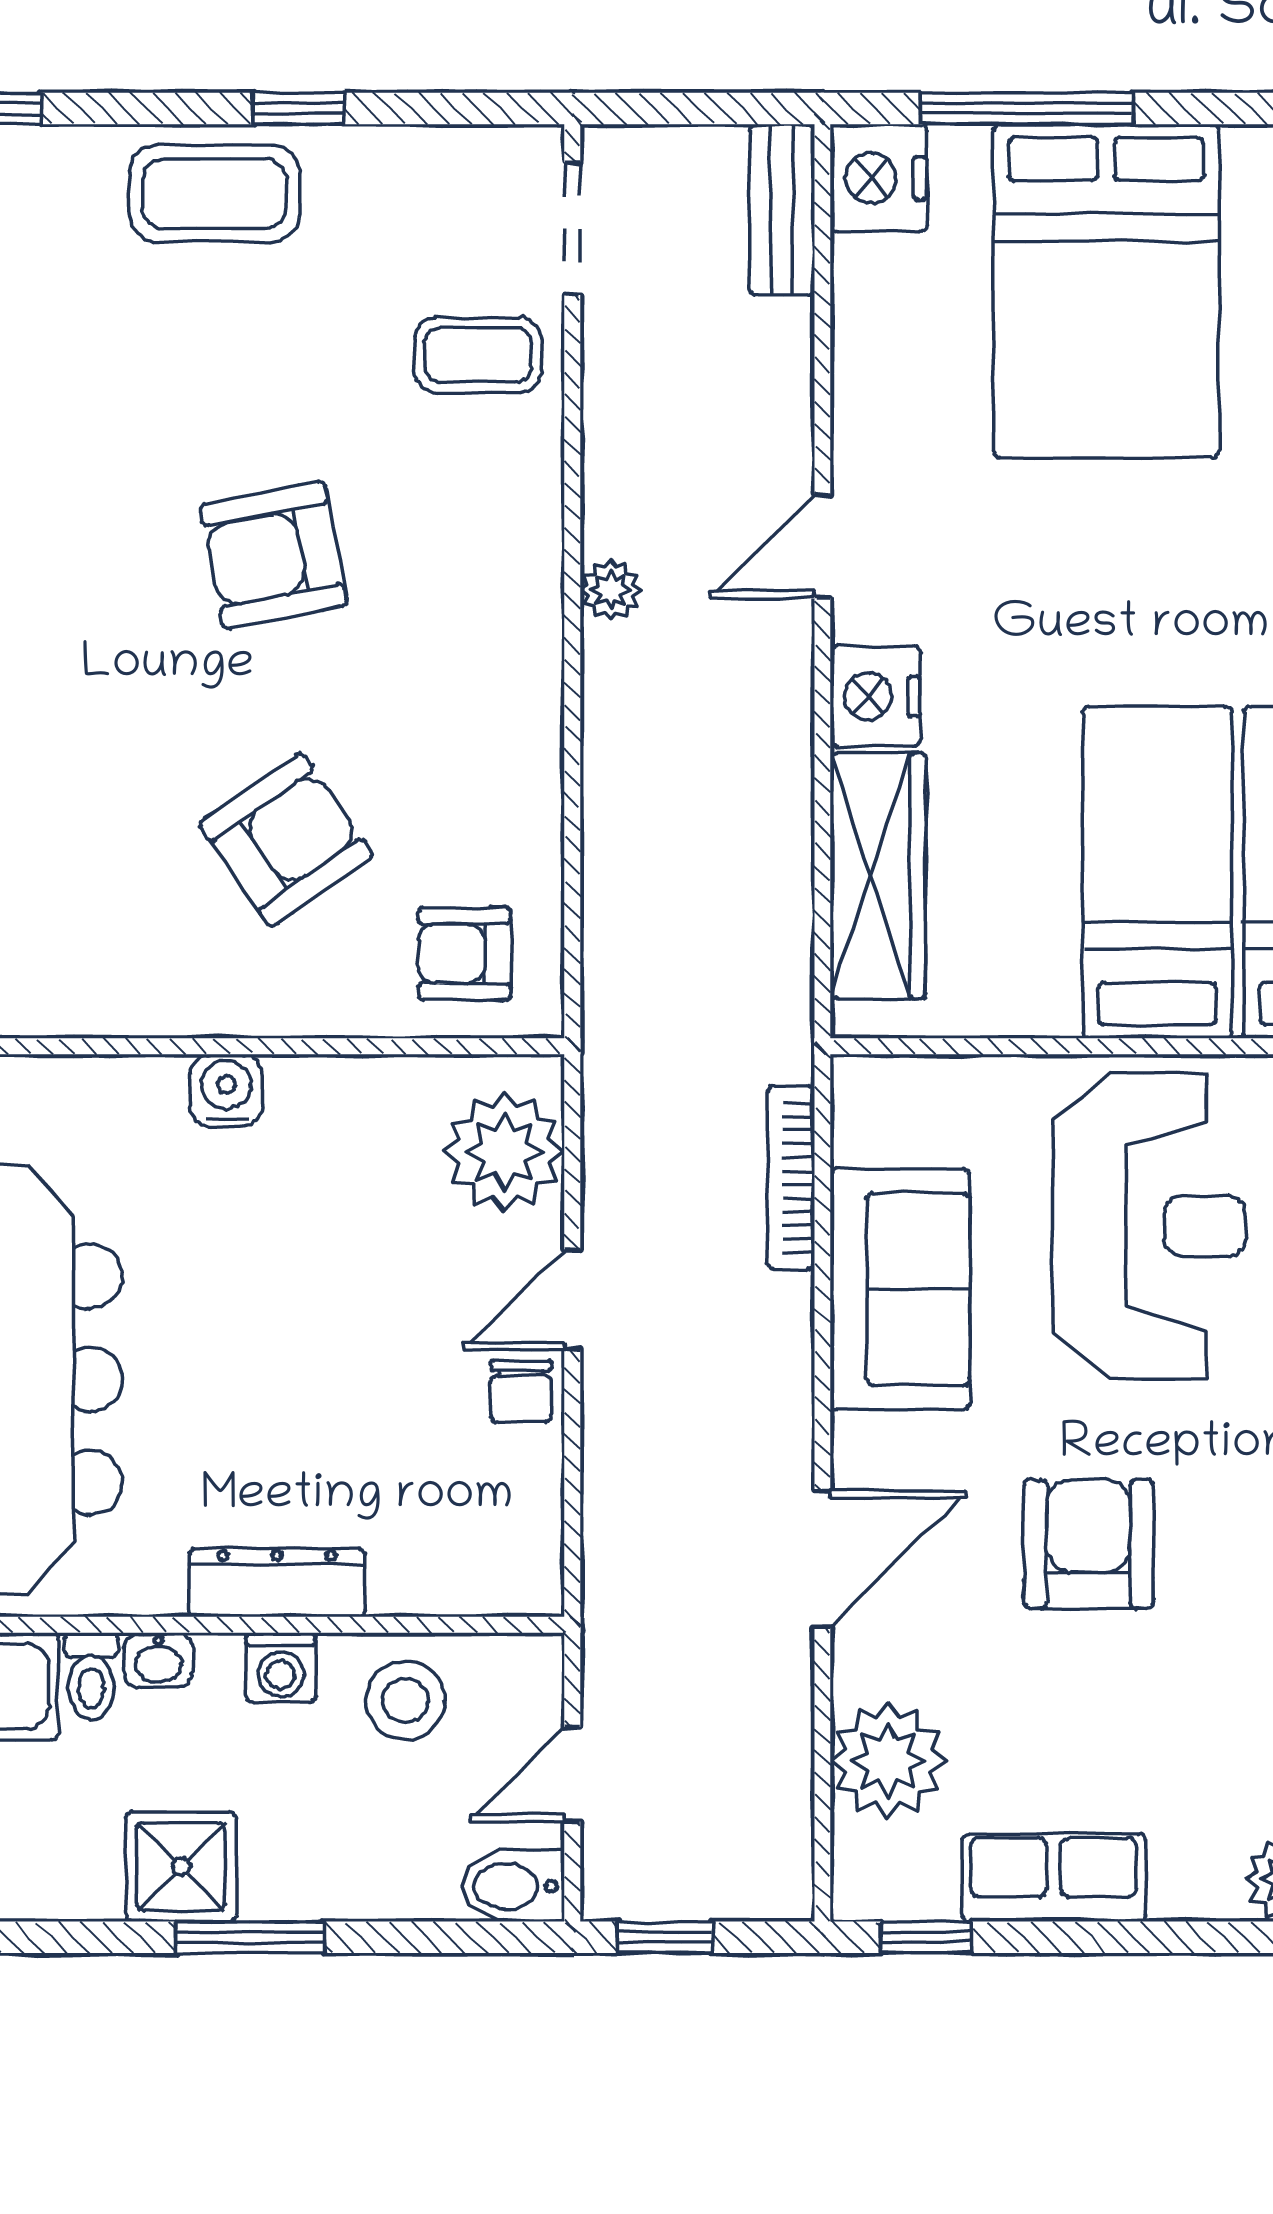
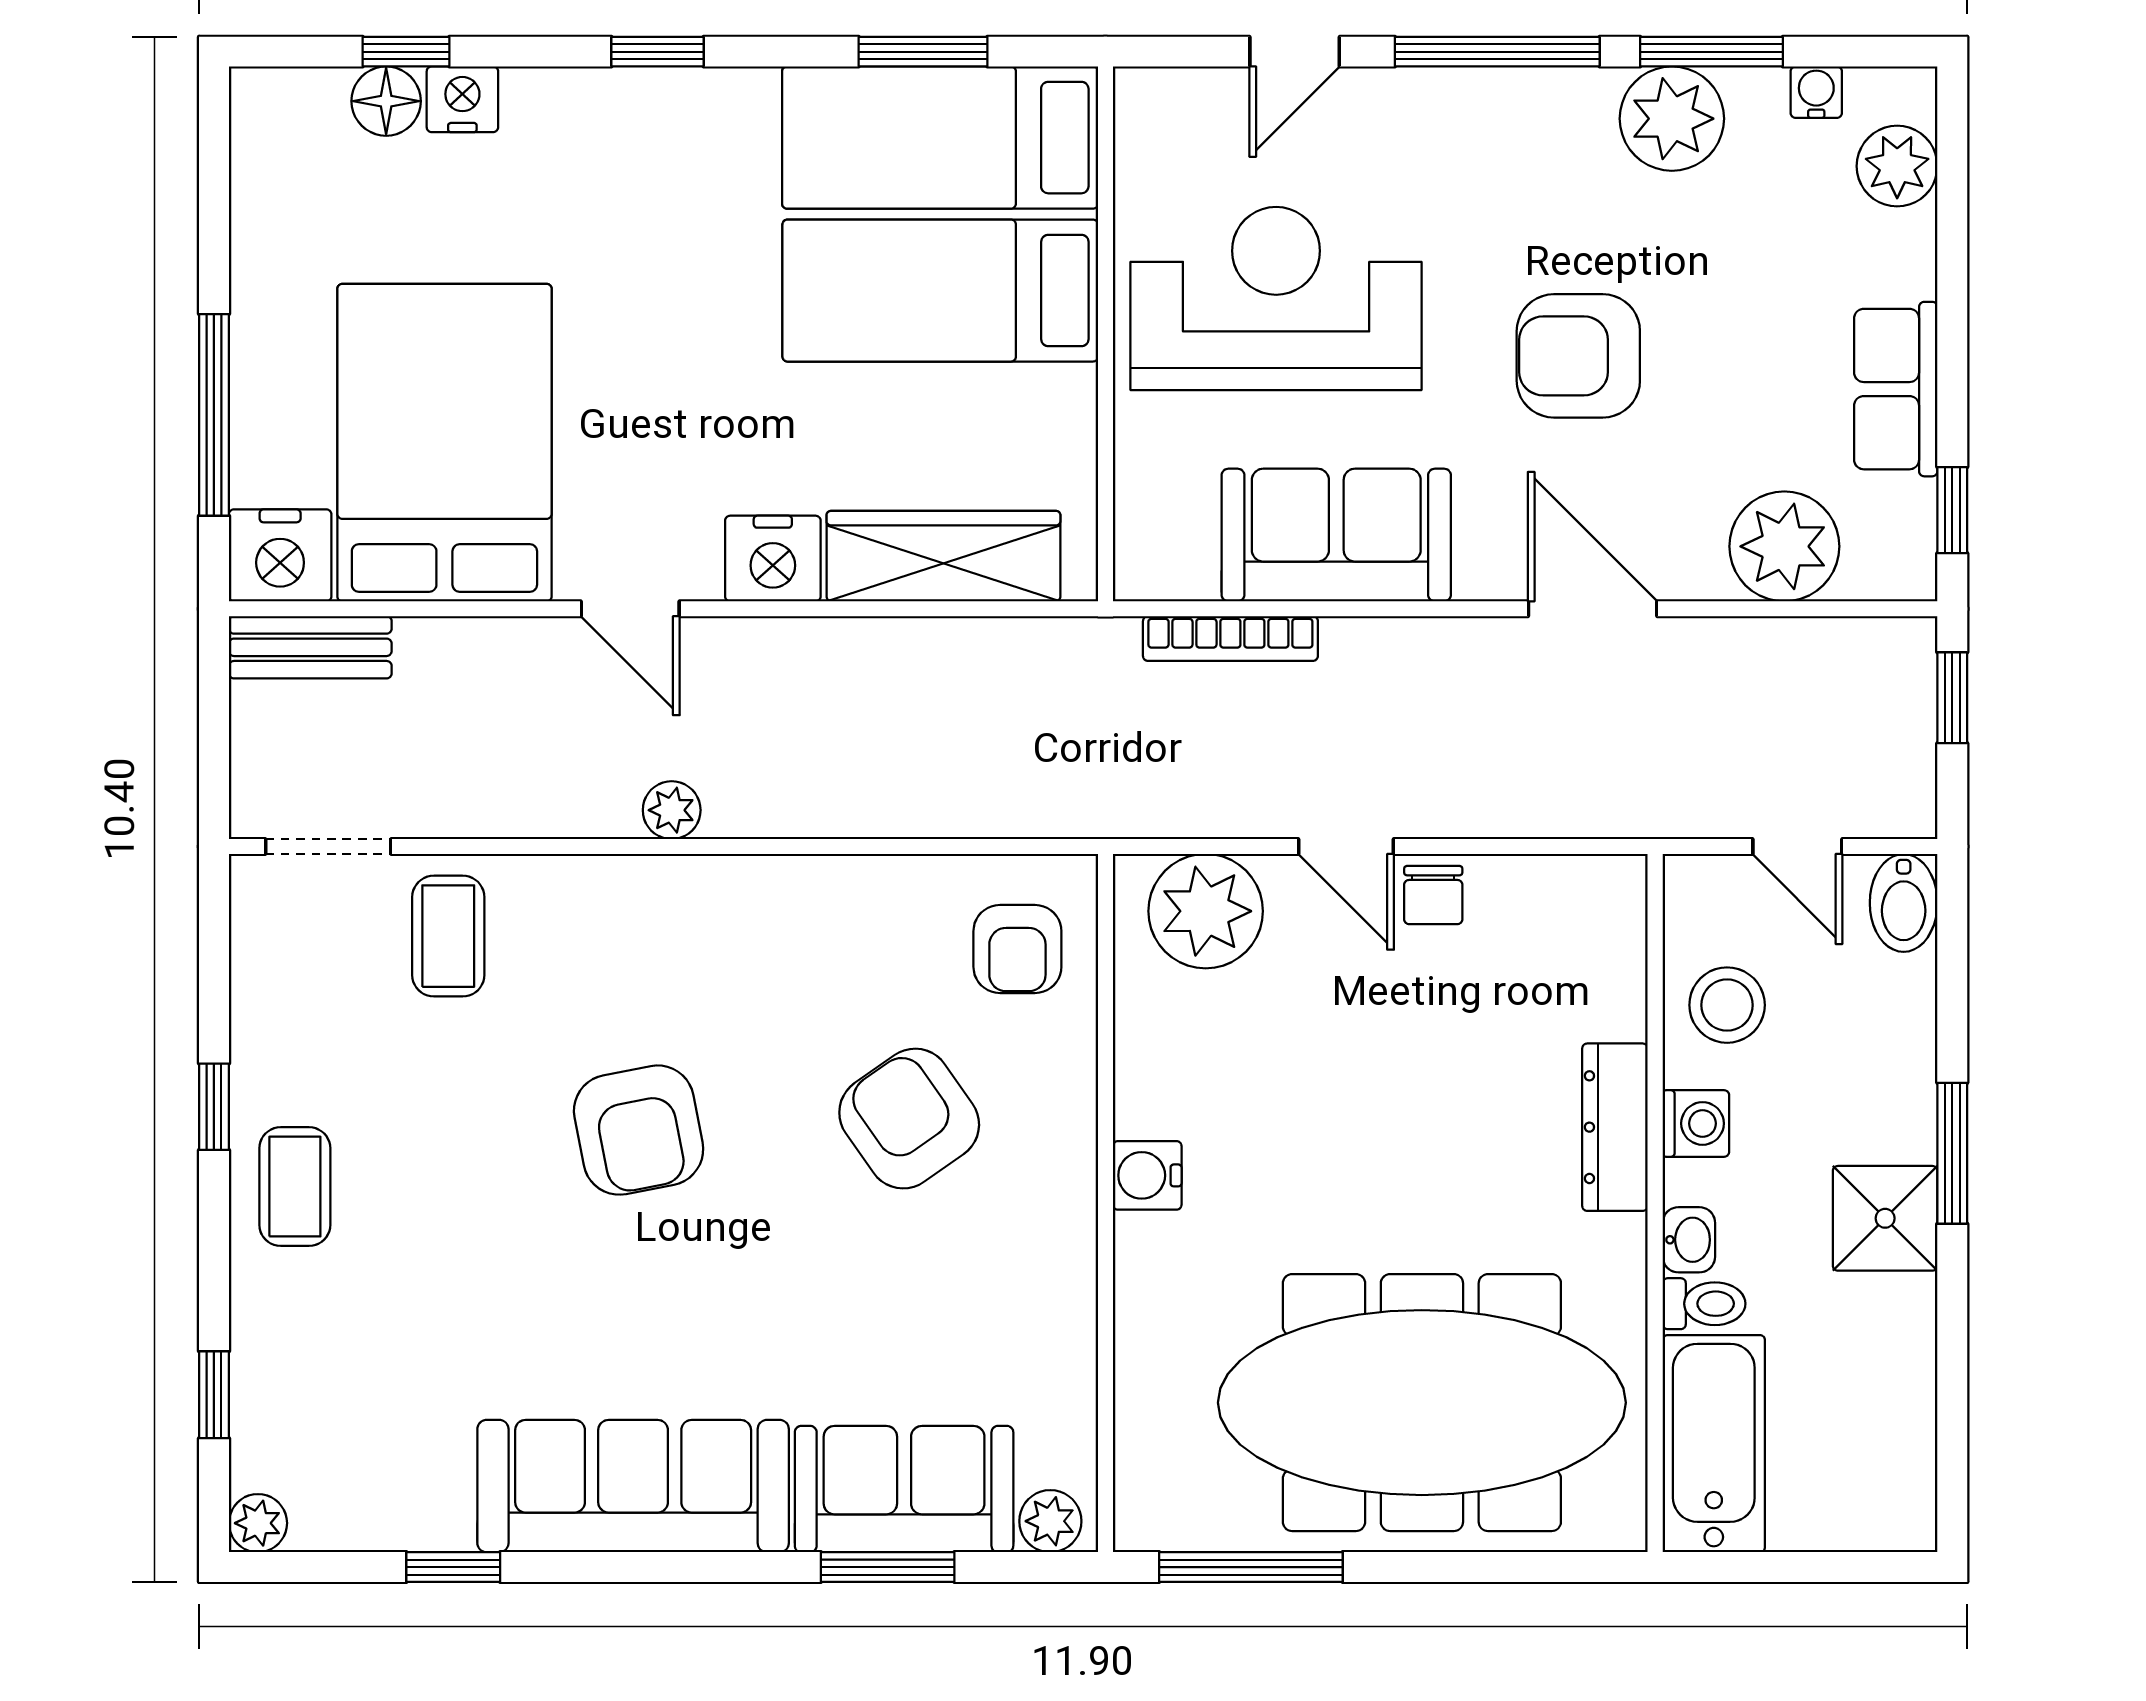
coffee table: (214, 193) -> (295, 1187), width x0.73, depth x0.77
bed: (1106, 291) -> (444, 443), moved, turned -90
chair: (521, 1391) -> (1433, 895), turned 90
window: (665, 1937) -> (1952, 698), moved

